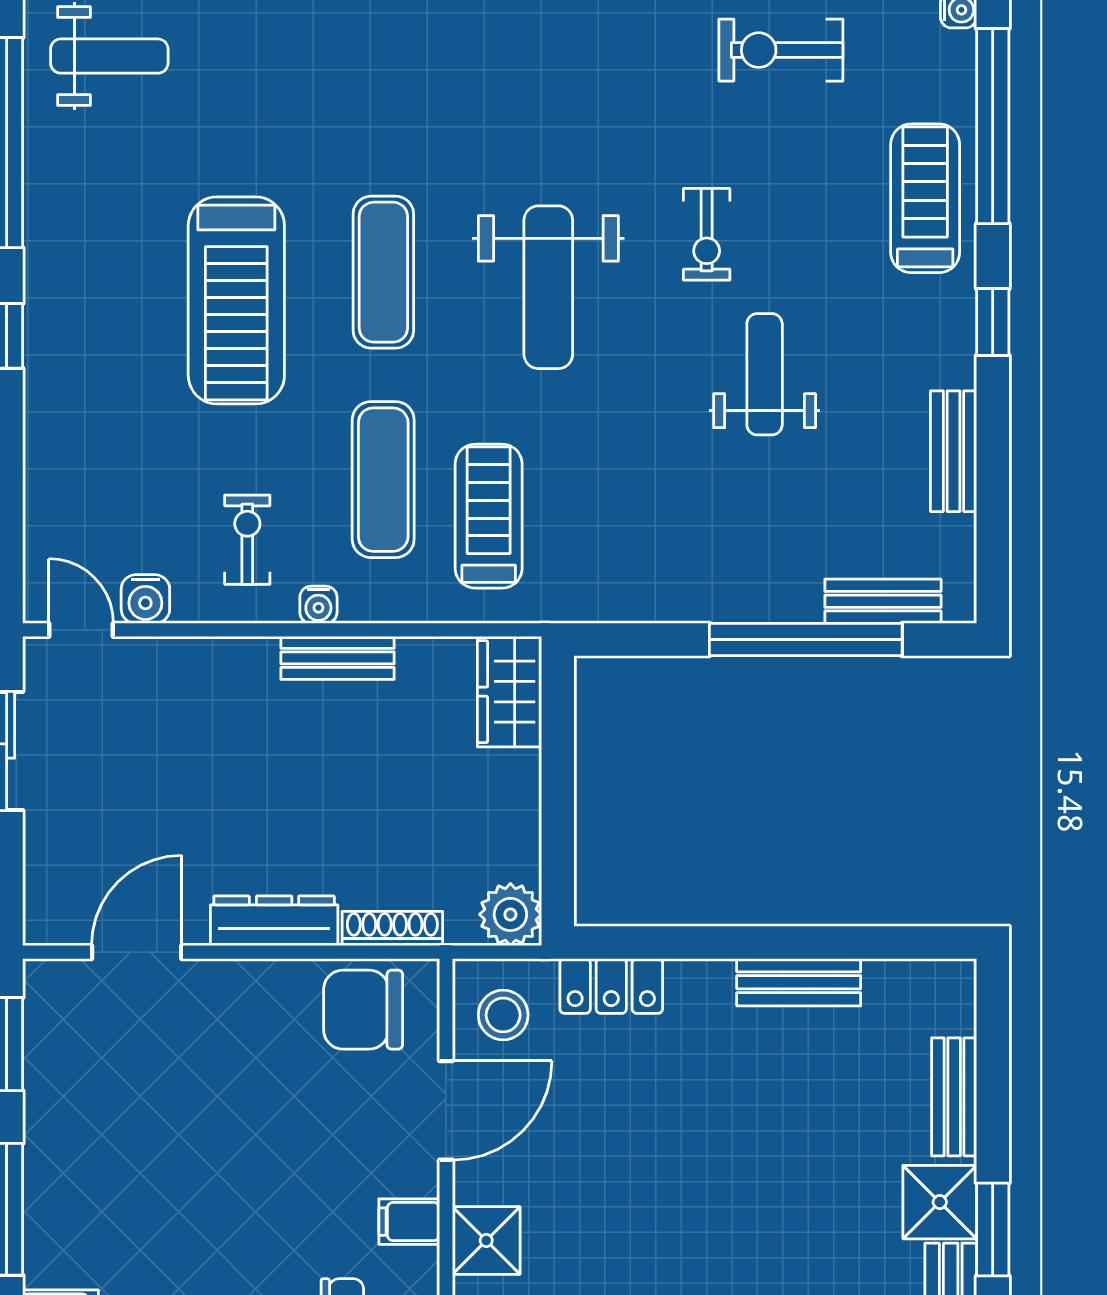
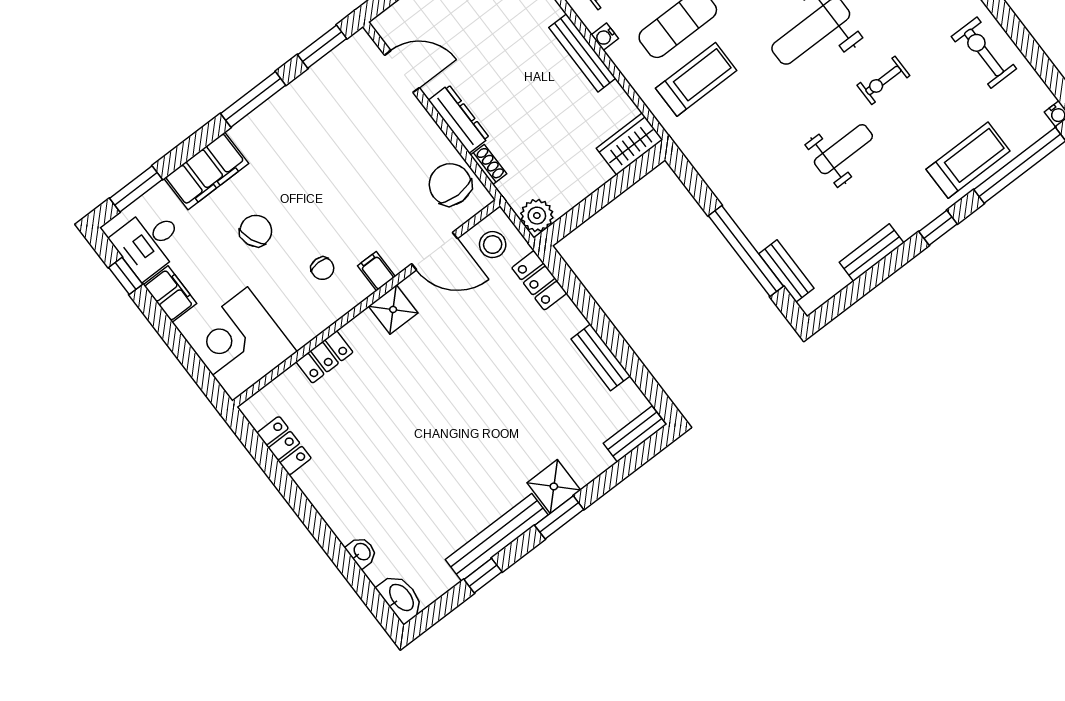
bench: (338, 658) -> (582, 53), width x1.36
shoe rack: (392, 929) -> (489, 164), width x0.70
bench: (954, 1097) -> (635, 434), moved

